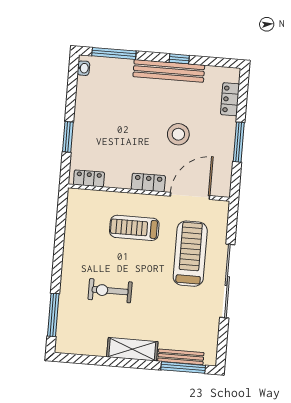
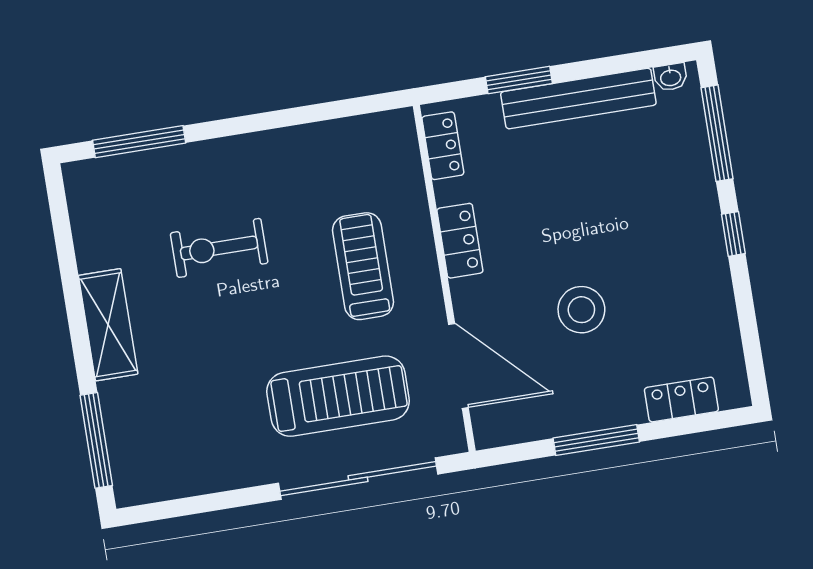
window: (179, 59) -> (733, 234), moved
bench: (169, 71) -> (578, 98), moved, turned 90
locker: (148, 183) -> (460, 241), moved
sliding door: (227, 281) -> (358, 479), moved
exercise bike: (110, 291) -> (219, 248), turned -90
bench: (181, 357) -> (117, 430), removed

